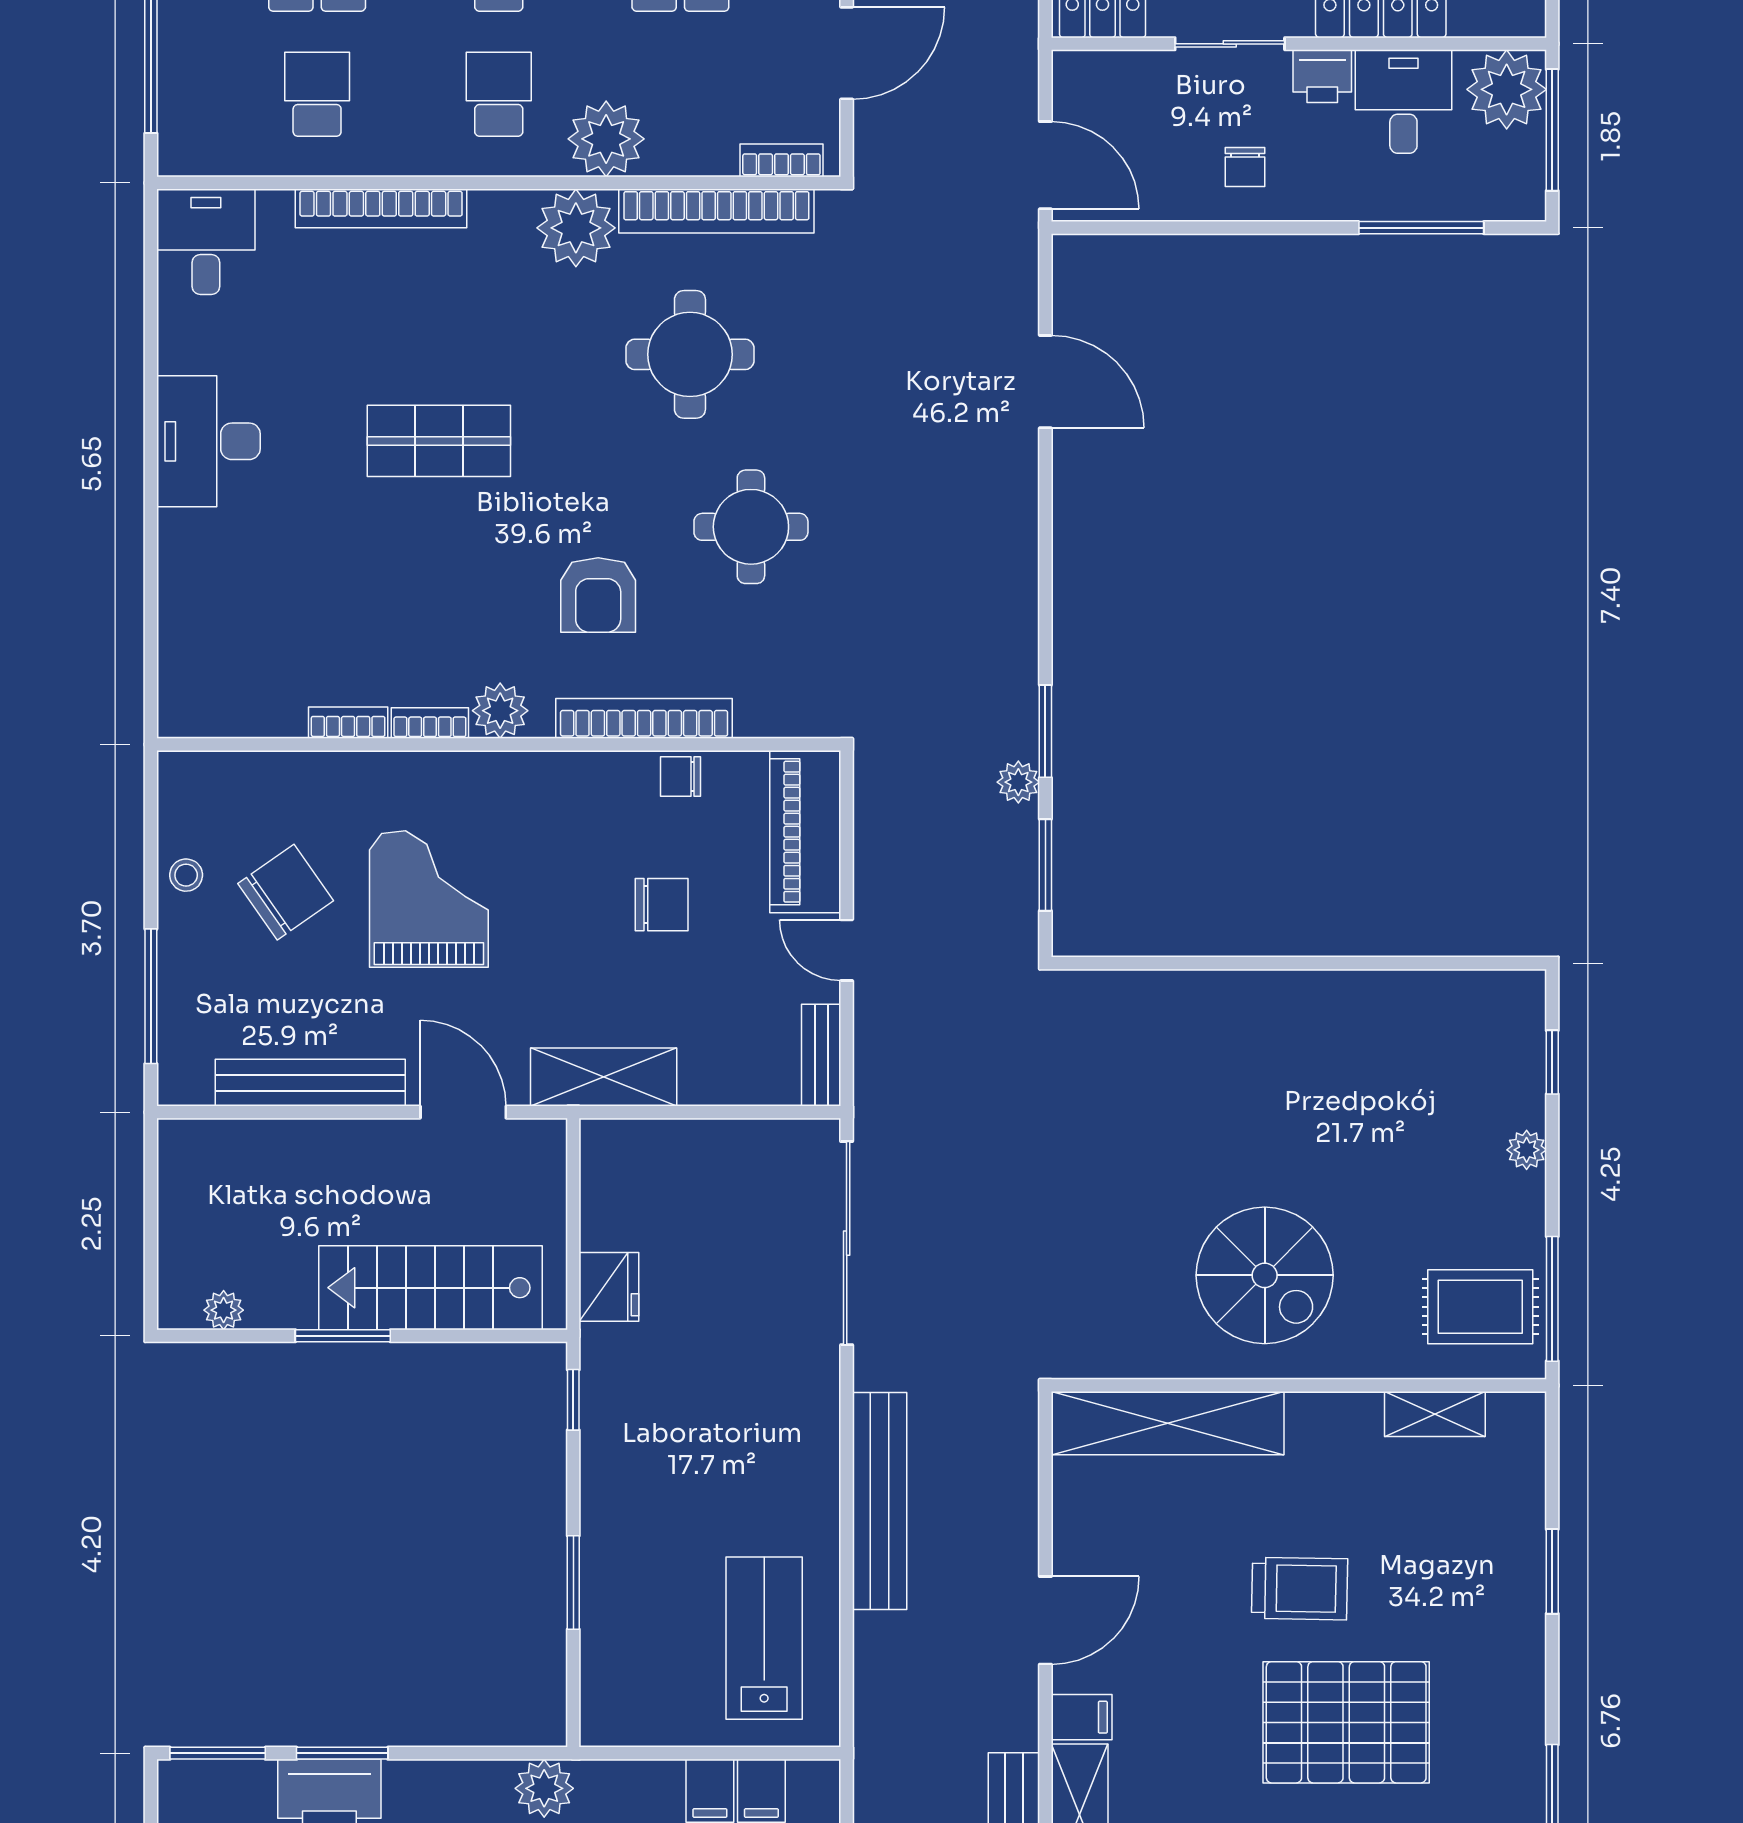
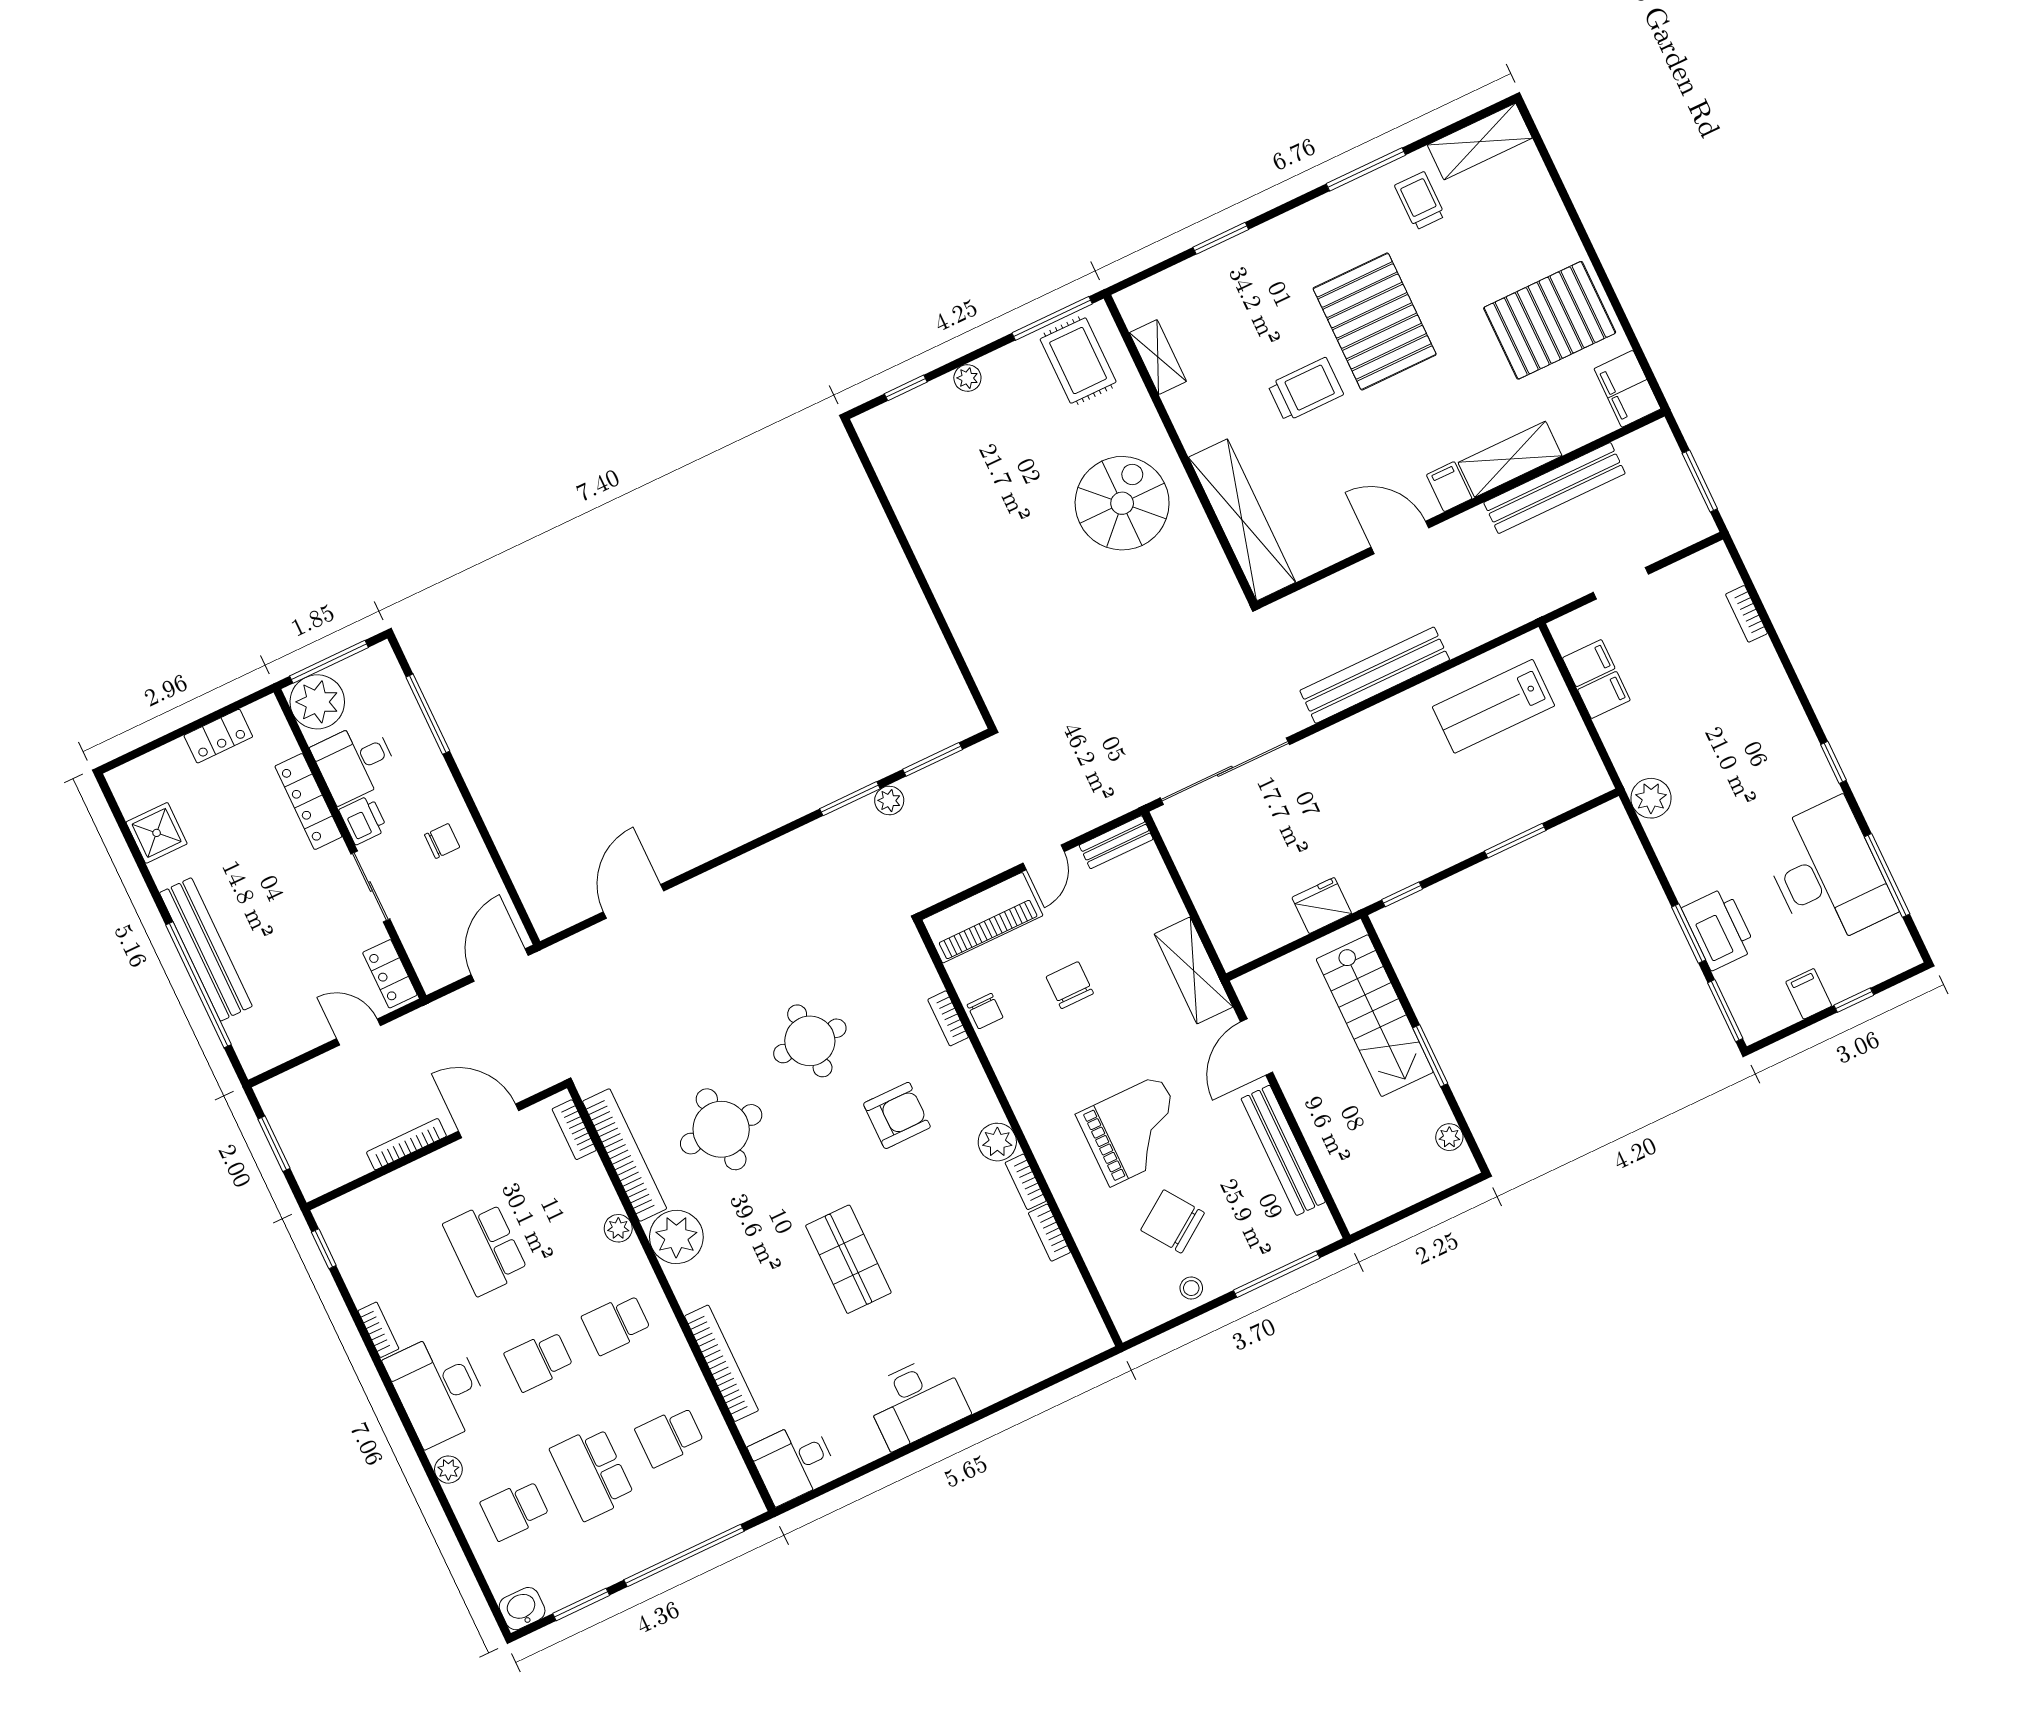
plant: (606, 139) -> (618, 1228), width x0.53, depth x0.53
bookcase: (644, 718) -> (948, 1018), width x0.43, depth x0.76
grand piano: (429, 899) -> (1135, 1131), turned 180
trolley: (1300, 1589) -> (1306, 390), turned 89

